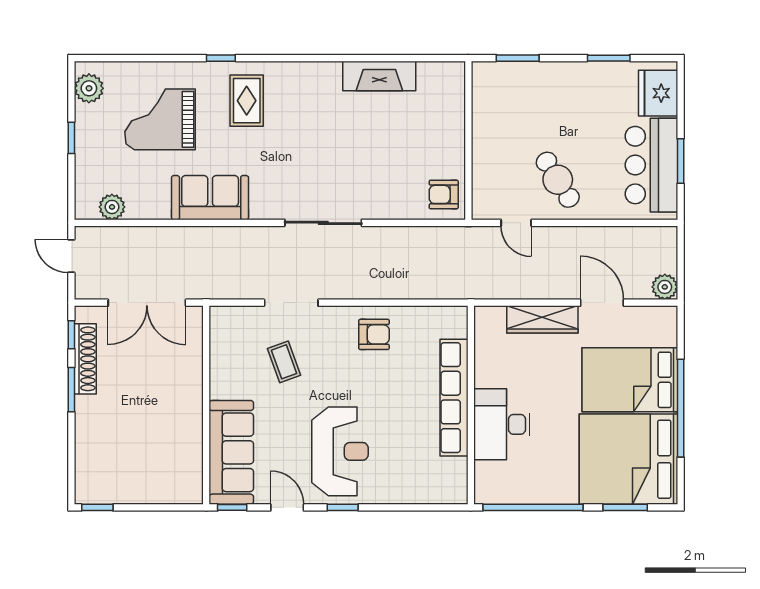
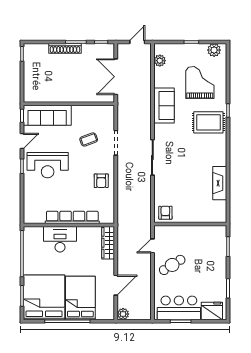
rug: (247, 101) -> (208, 122), width x1.36, depth x1.43
wardrobe: (542, 319) -> (108, 243), moved
shoe rack: (85, 359) -> (65, 48), moved

